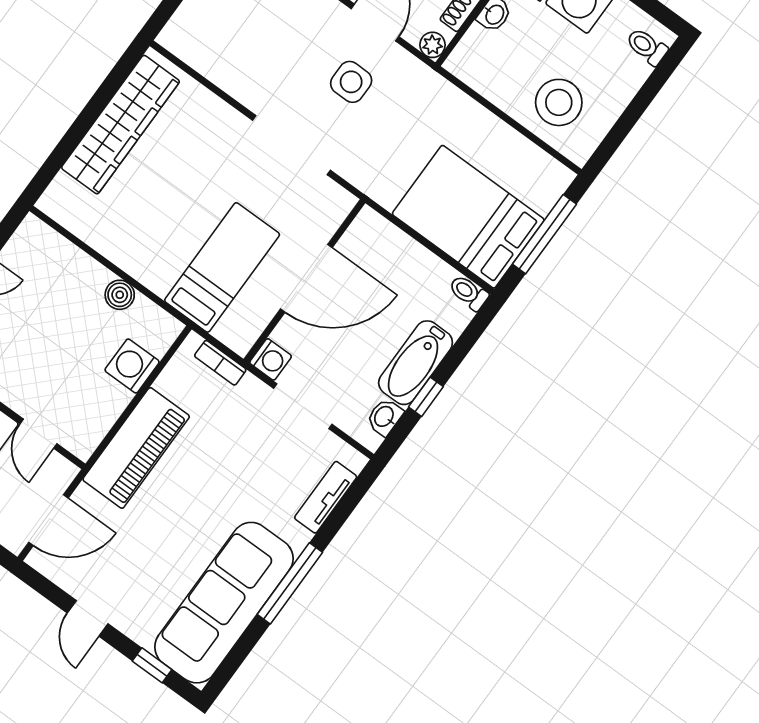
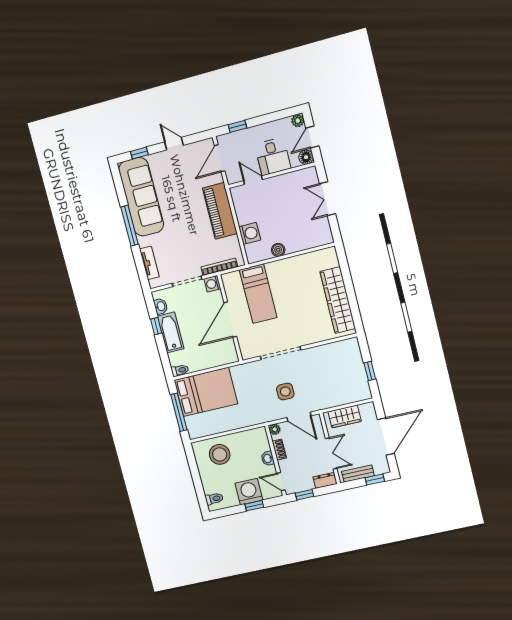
bookcase: (220, 363) -> (219, 267), width x1.56

